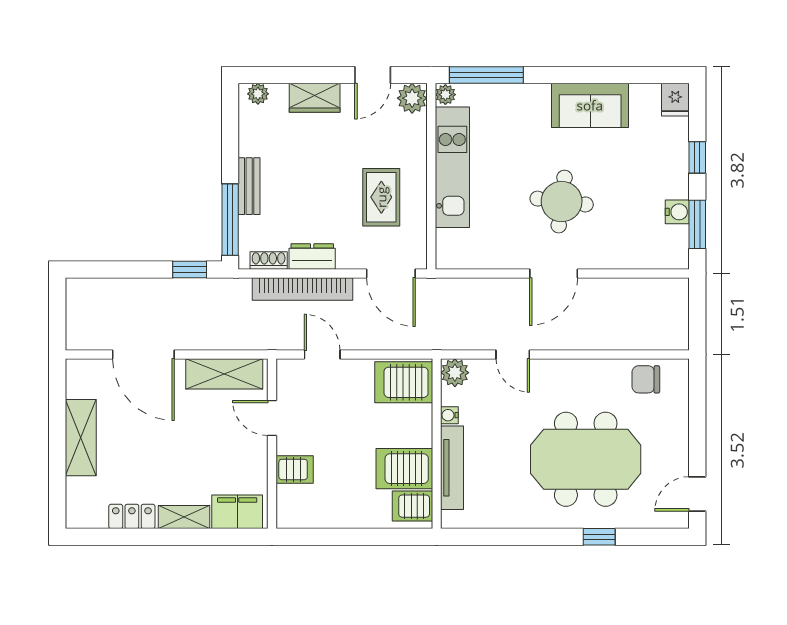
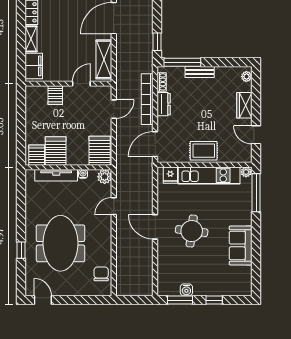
plant: (412, 98) -> (244, 155), removed
fridge: (675, 100) -> (170, 175), moved, turned -90
rug: (381, 197) -> (204, 151), moved

